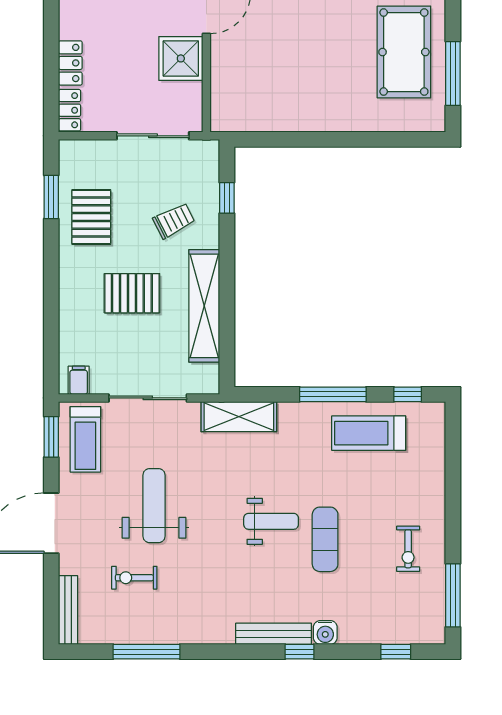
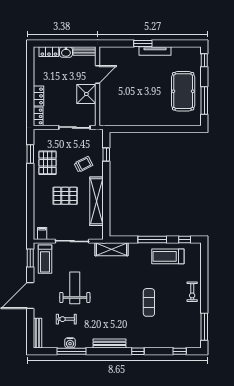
weight bench: (271, 521) -> (126, 295), removed
exercise bike: (408, 549) -> (192, 292), moved
water cooler: (325, 632) -> (70, 343), moved
bench: (274, 634) -> (110, 343), moved

